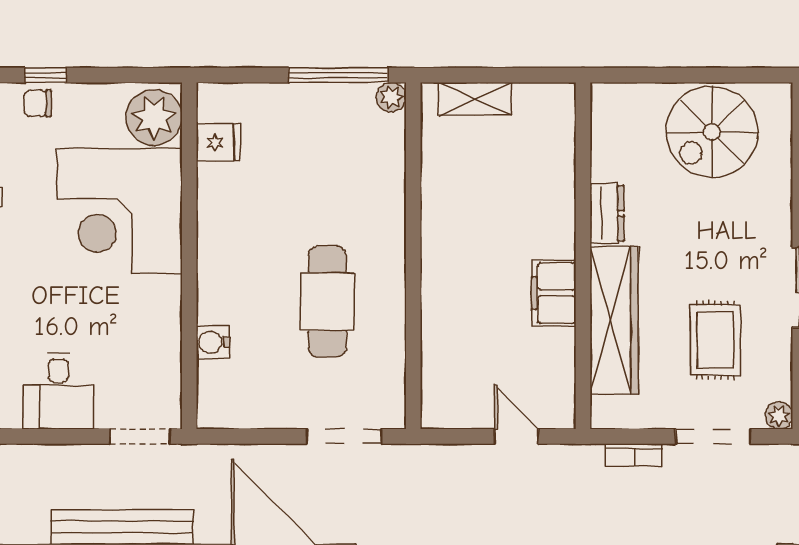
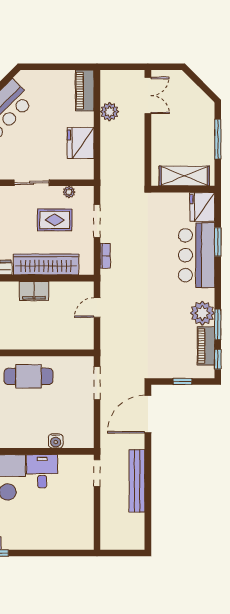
cafe table: (327, 302) -> (28, 376), moved
desk: (58, 391) -> (42, 471), moved, turned -90
plant: (779, 416) -> (69, 192), moved

